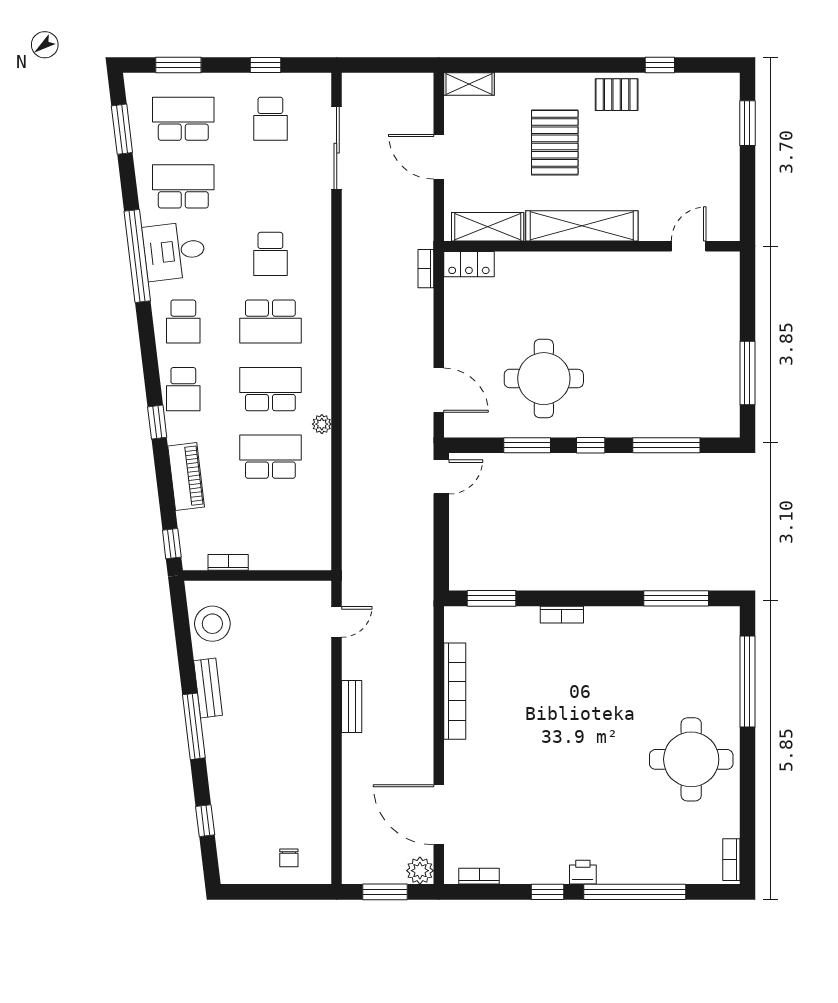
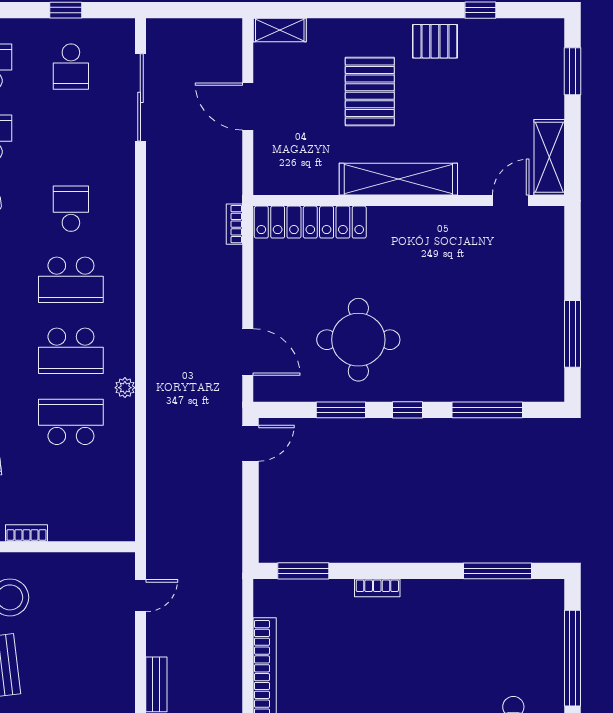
shelving: (488, 227) -> (549, 157), moved, turned 90
school desk: (270, 254) -> (71, 209), turned 180
locker: (469, 264) -> (310, 222), width x2.16, depth x1.21
school desk: (270, 389) -> (71, 351), turned 180

